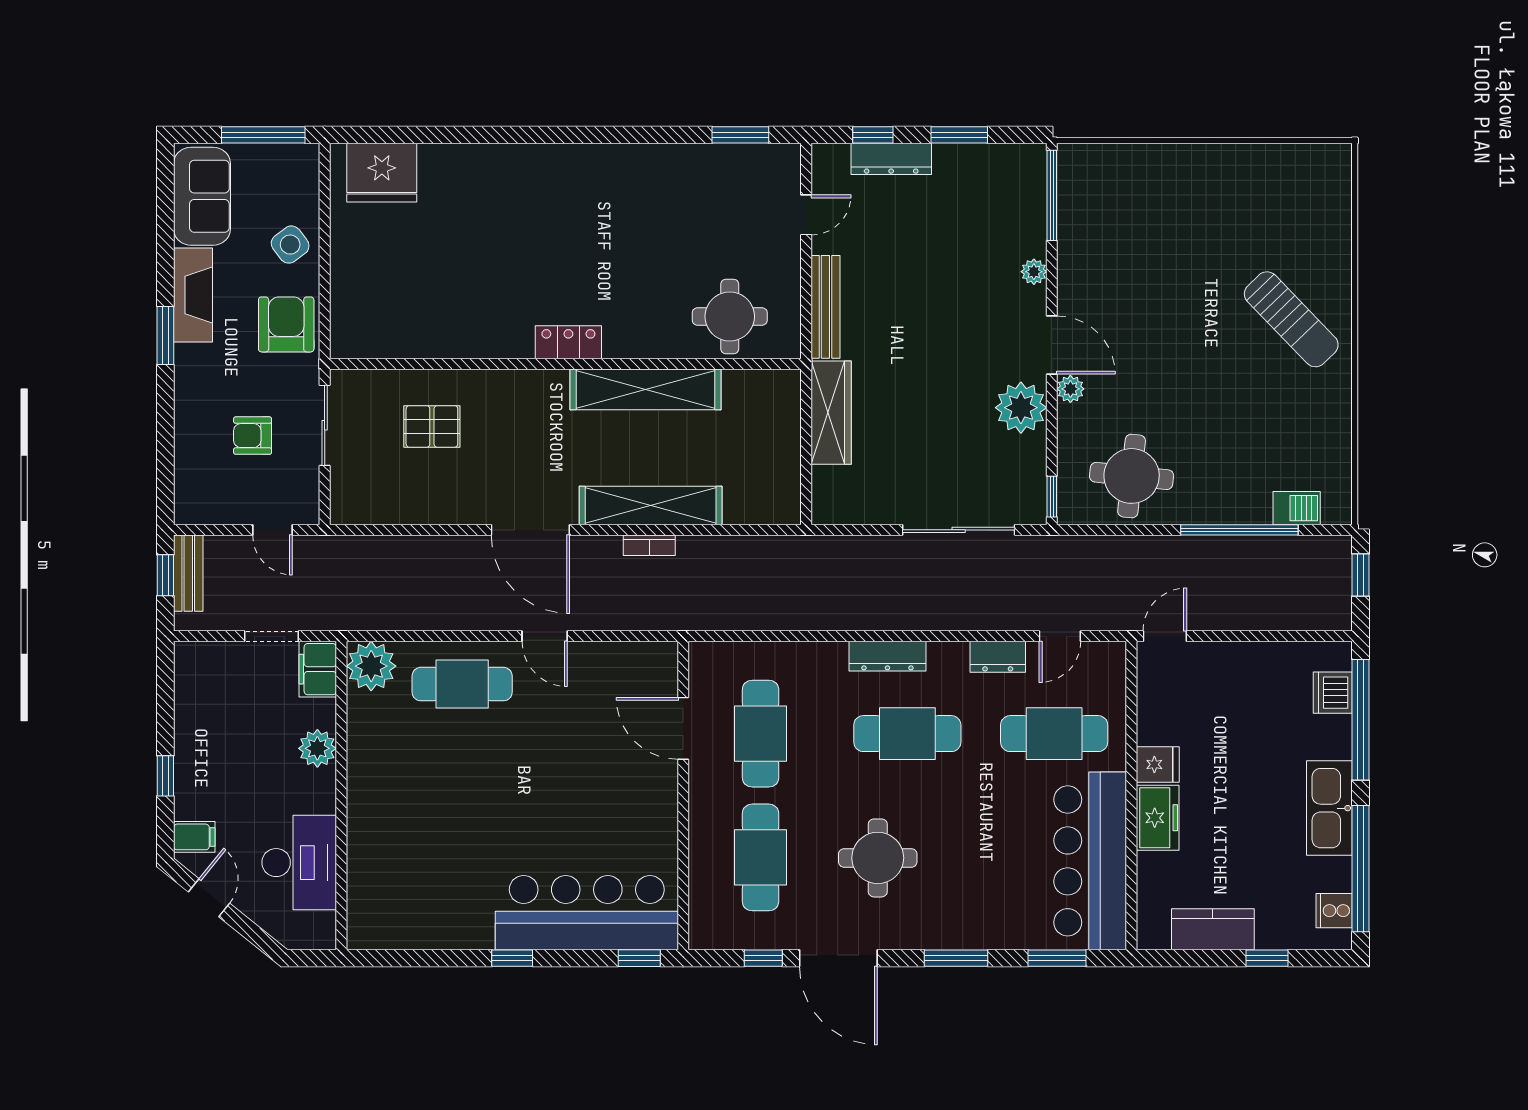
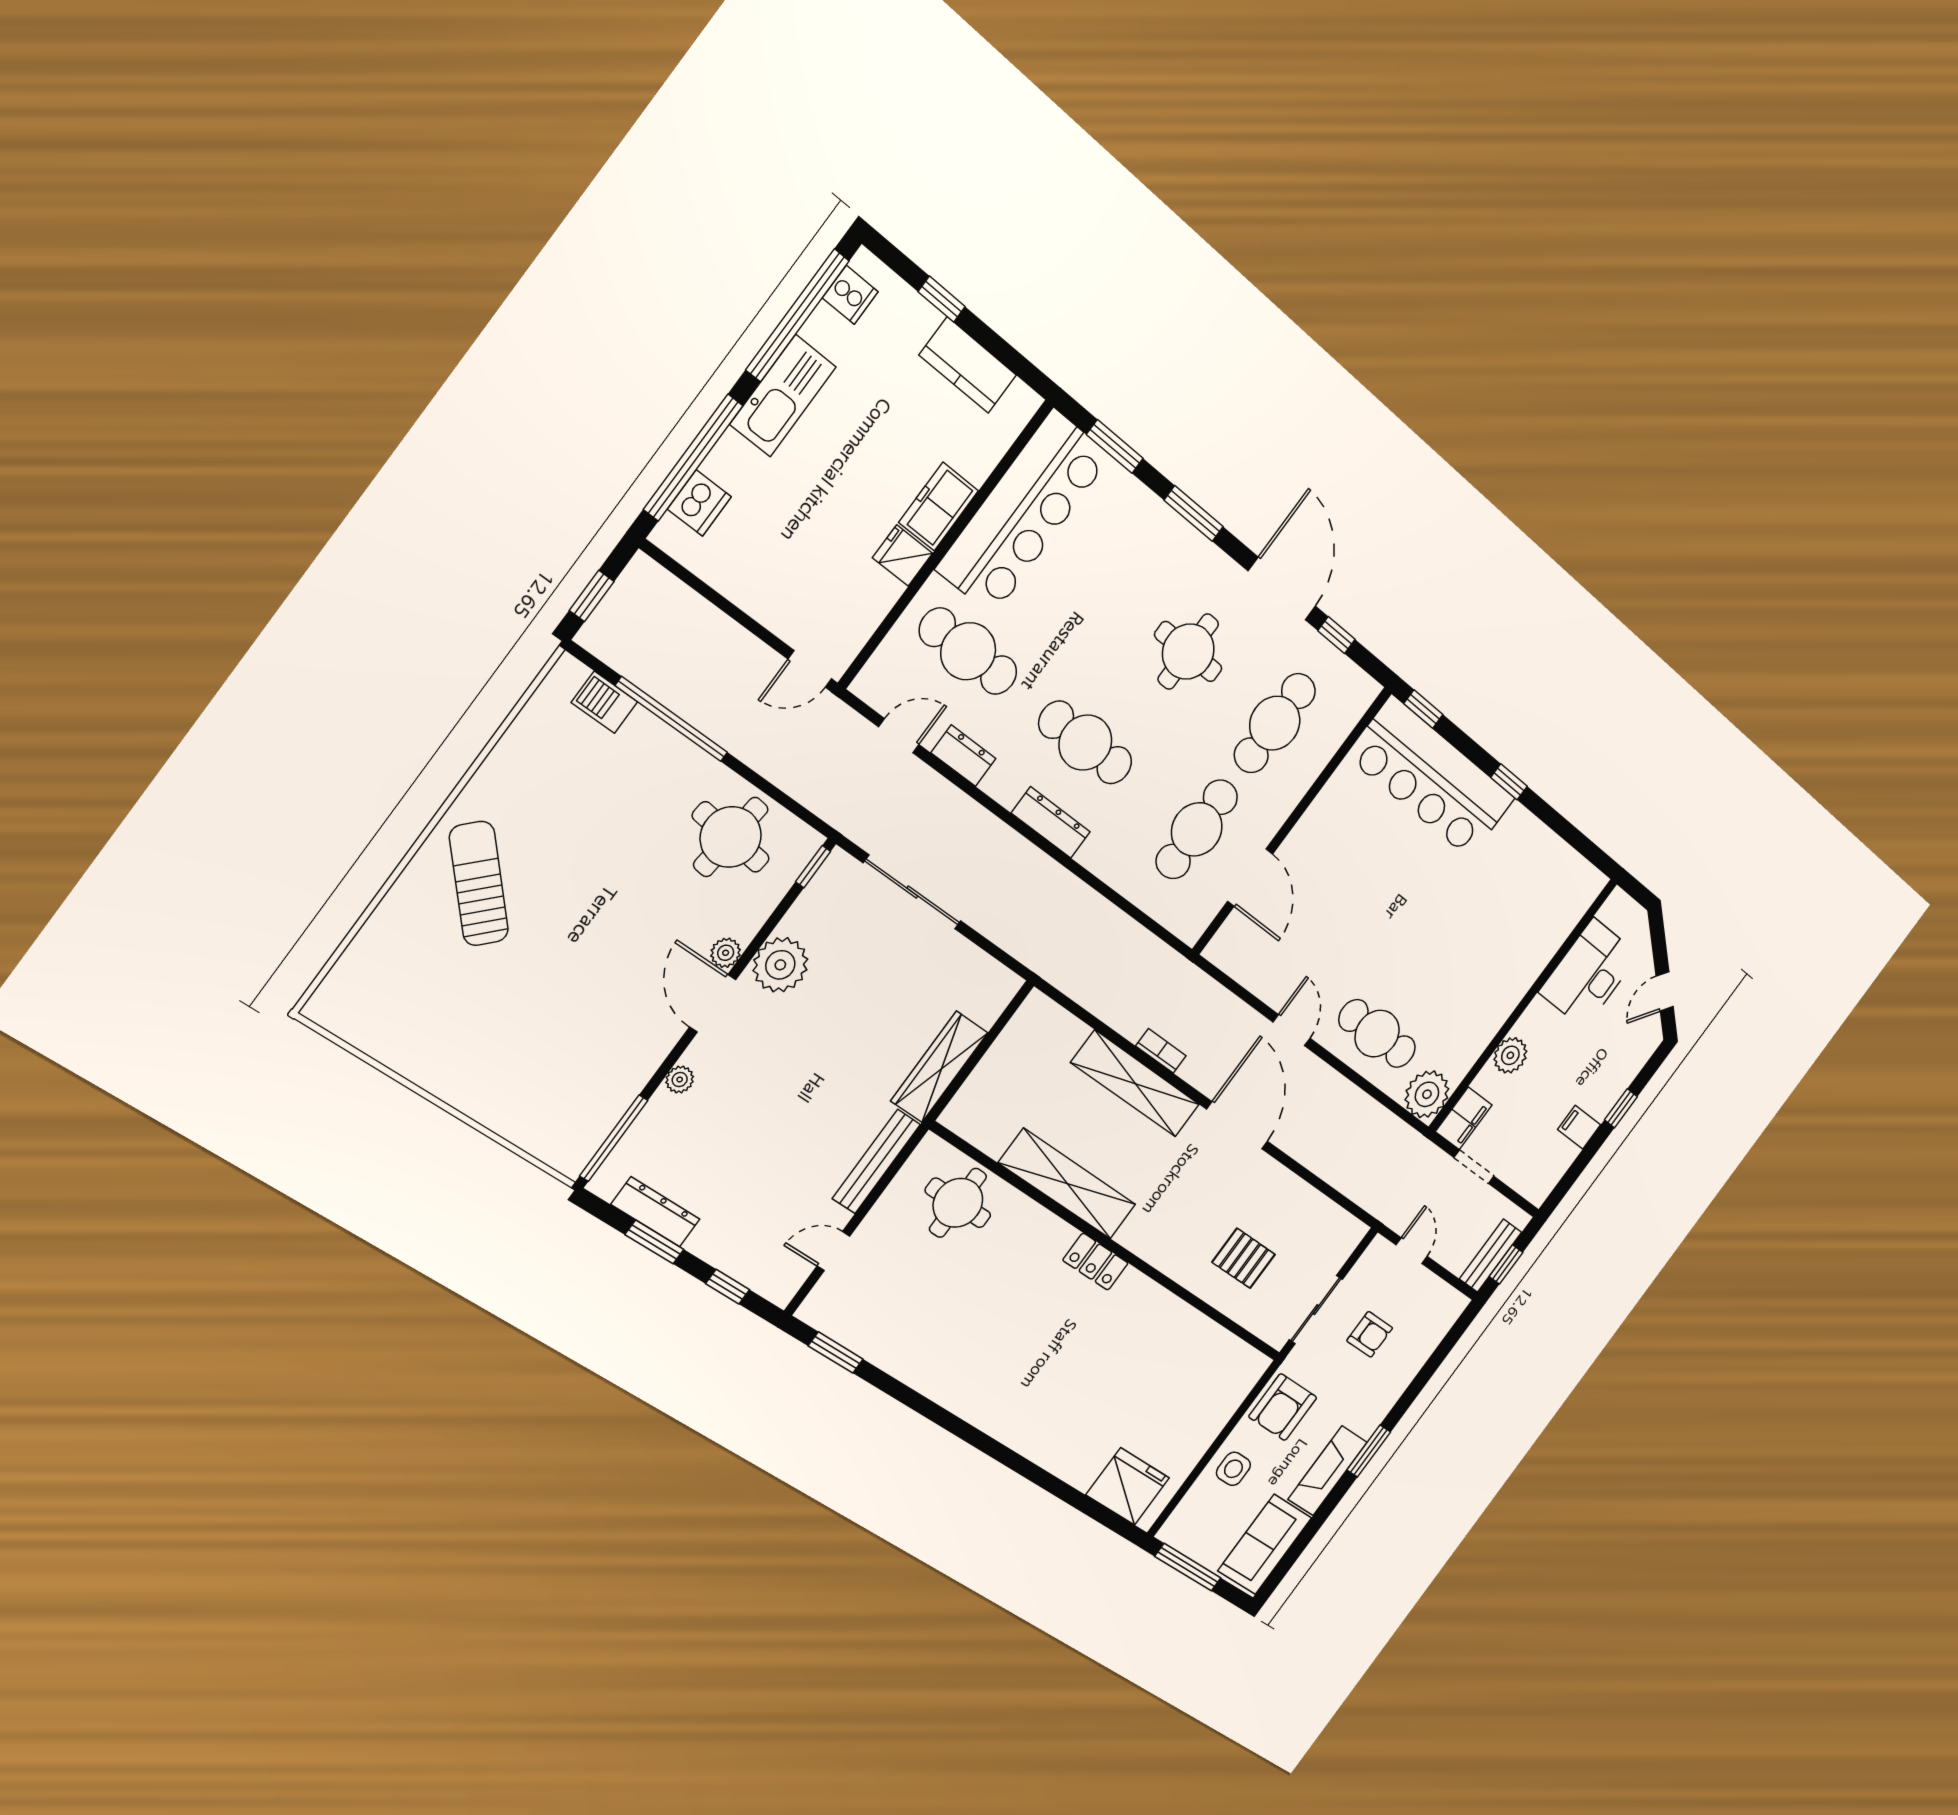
dresser: (891, 159) -> (655, 1212), moved
side table: (290, 245) -> (1233, 1469), turned 37
filing cabinet: (194, 837) -> (1579, 1127), moved

